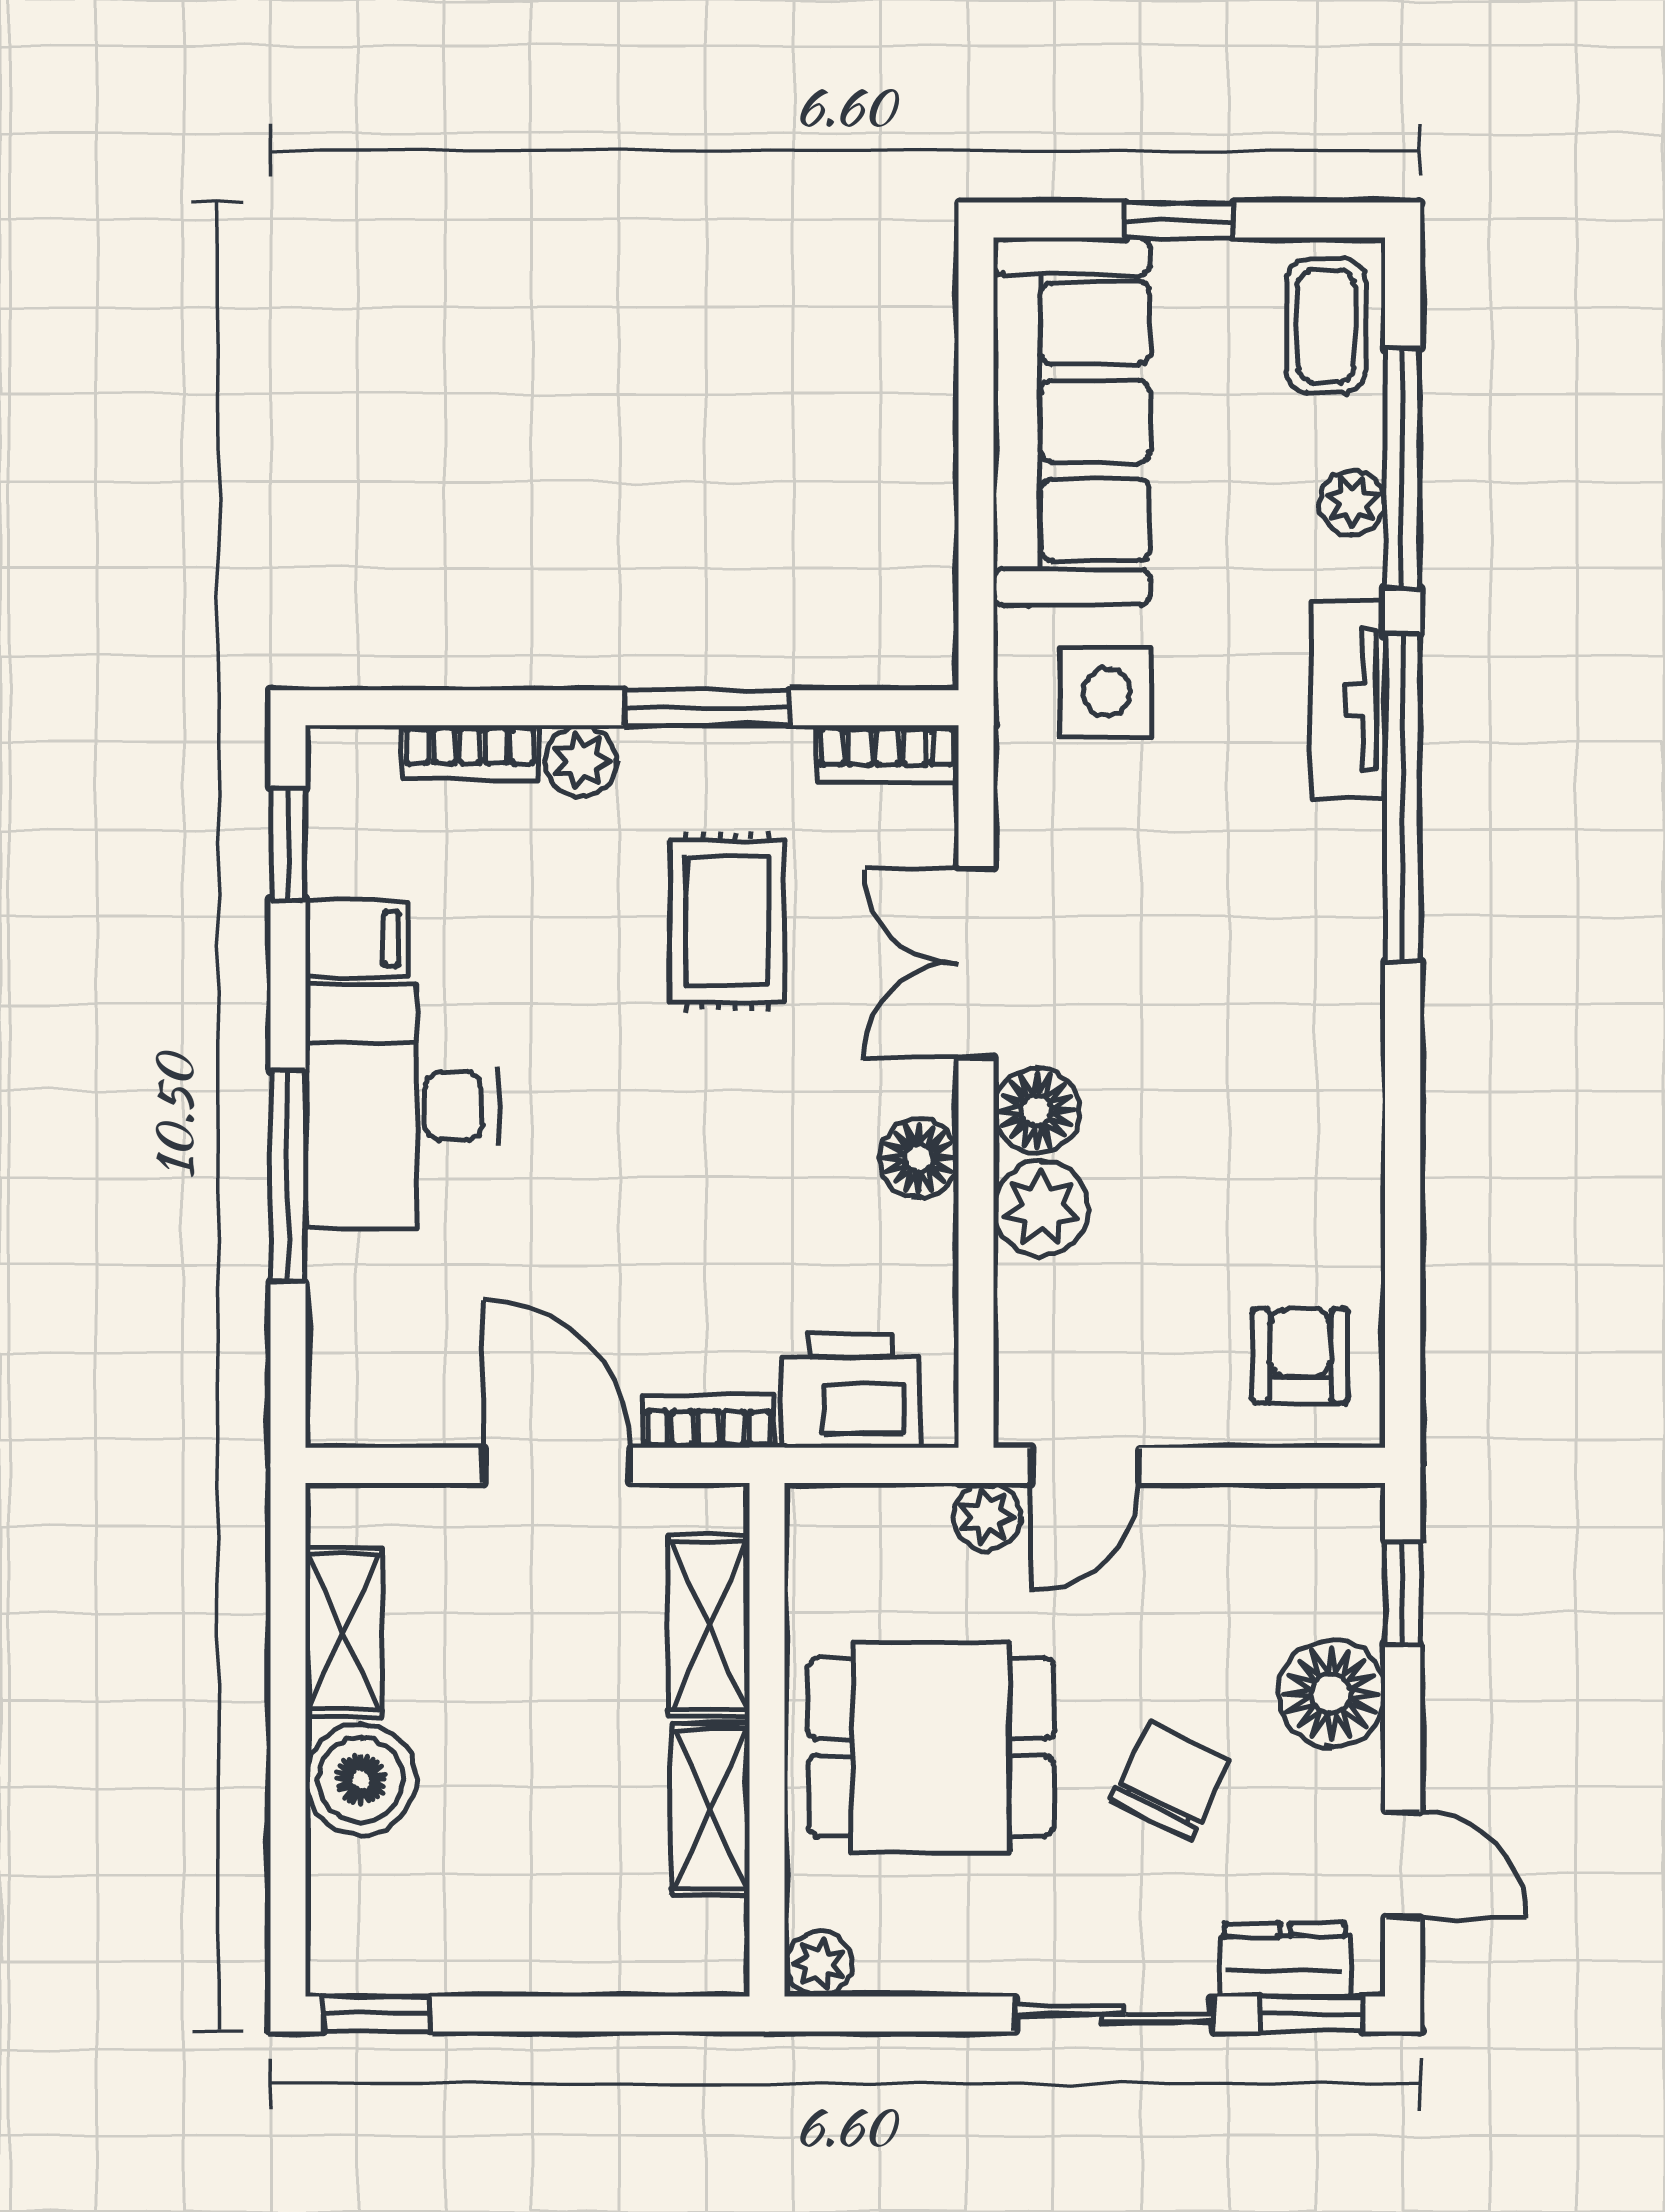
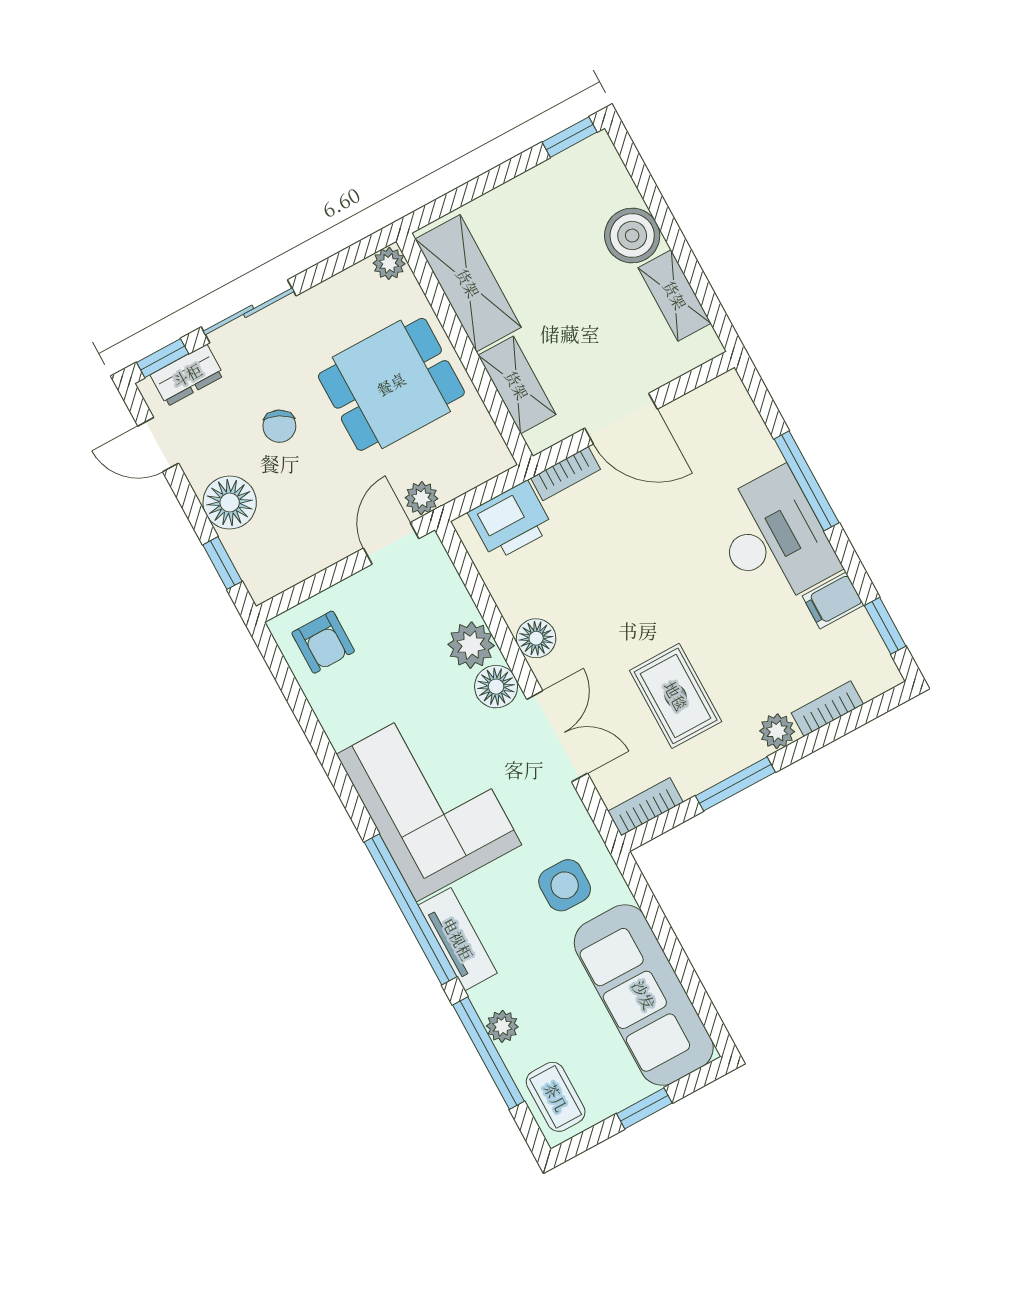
corner sofa: (1264, 975) -> (429, 799), added
chair: (1170, 1781) -> (279, 426), width x0.73, depth x0.73
shelving: (711, 1809) -> (468, 283), width x1.50, depth x1.33

